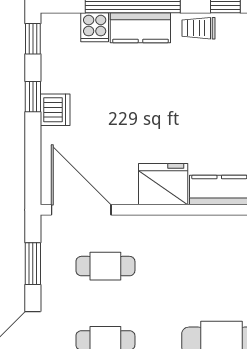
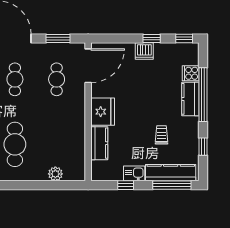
trolley: (198, 28) -> (162, 135), moved

